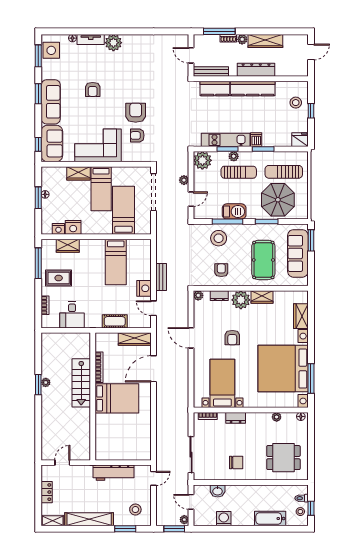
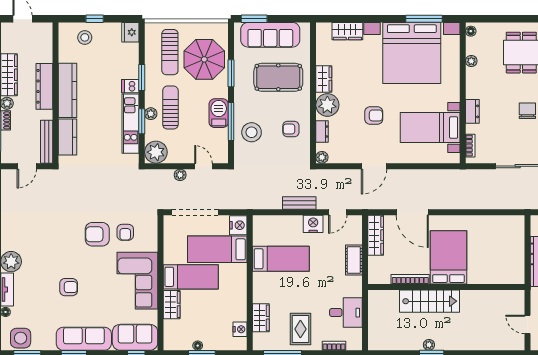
nightstand: (73, 227) -> (238, 225), moved

